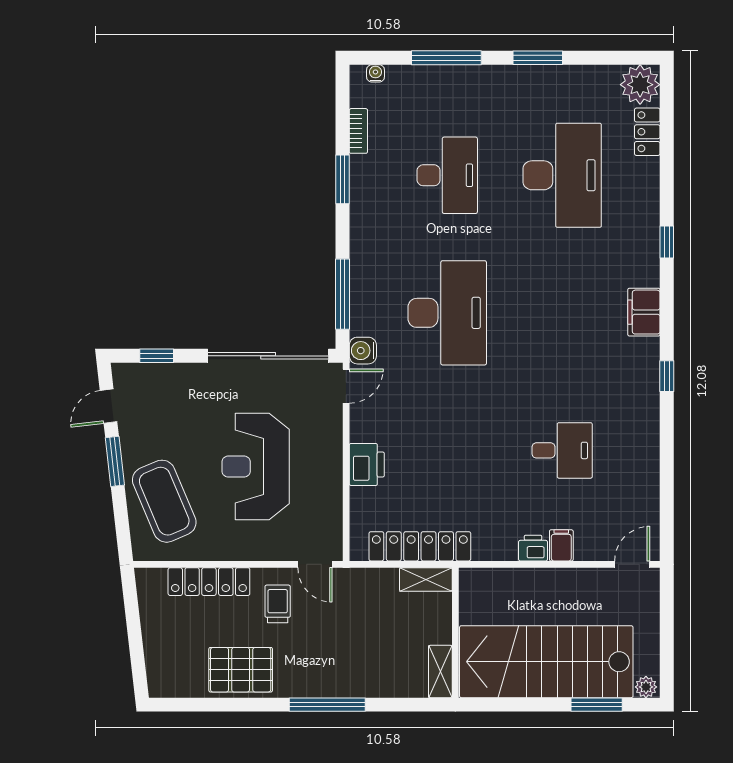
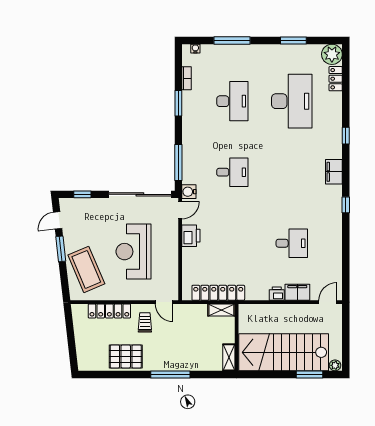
window: (538, 58) -> (293, 41), moved
desk: (447, 313) -> (232, 172), width x0.53, depth x0.77
printer: (367, 464) -> (191, 236), moved
filing cabinet: (561, 545) -> (297, 292), width x2.00

